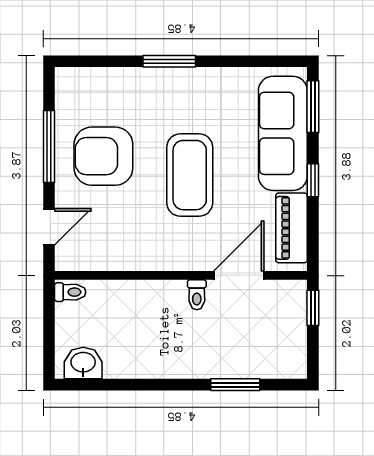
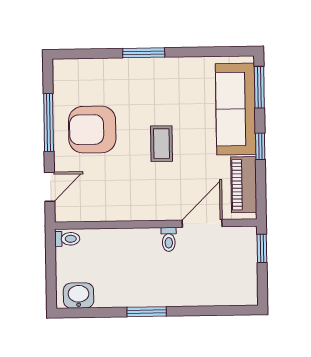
coffee table: (190, 175) -> (162, 144), width x0.54, depth x0.58
window: (235, 385) -> (147, 312), moved

